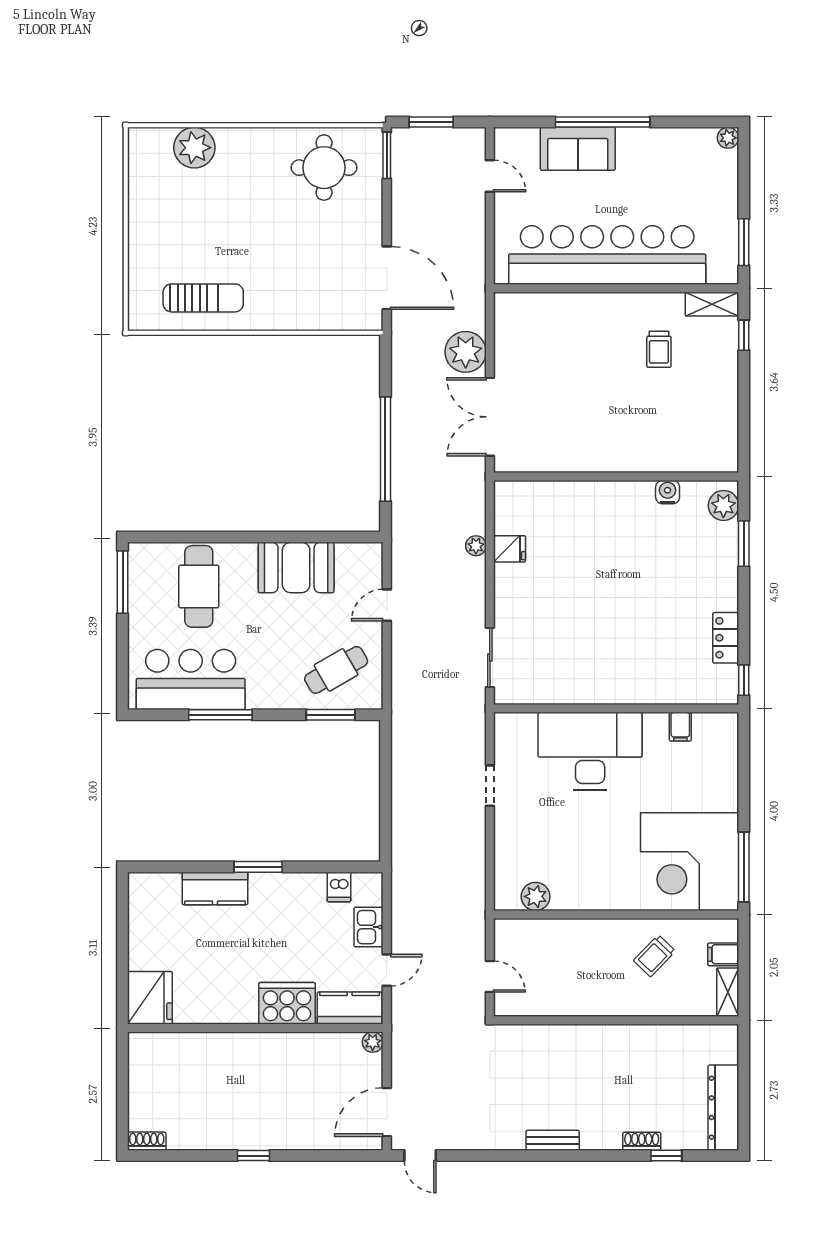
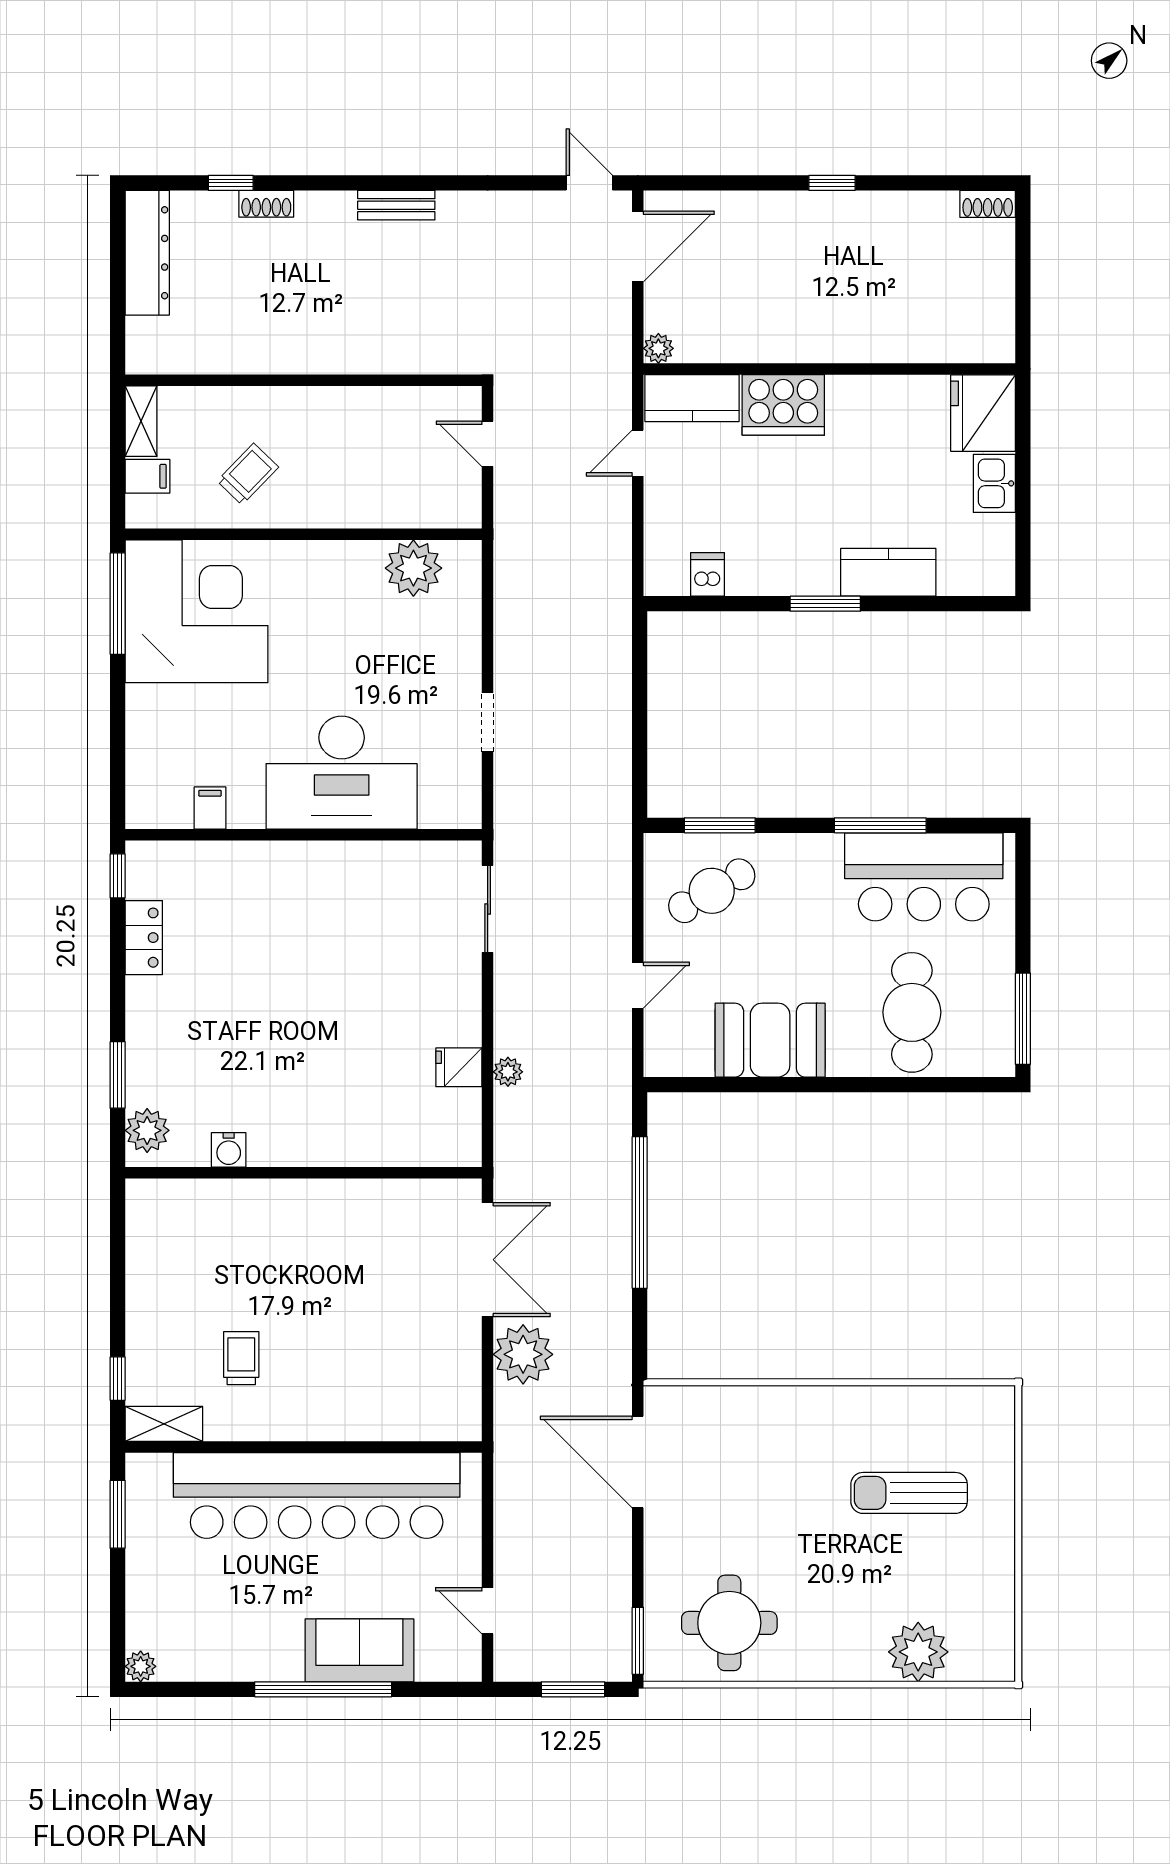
sun lounger: (203, 298) -> (909, 1493), moved
plant: (536, 896) -> (413, 568), width x1.36, depth x1.36
kitchen sink: (368, 927) -> (994, 483), moved, turned 180

